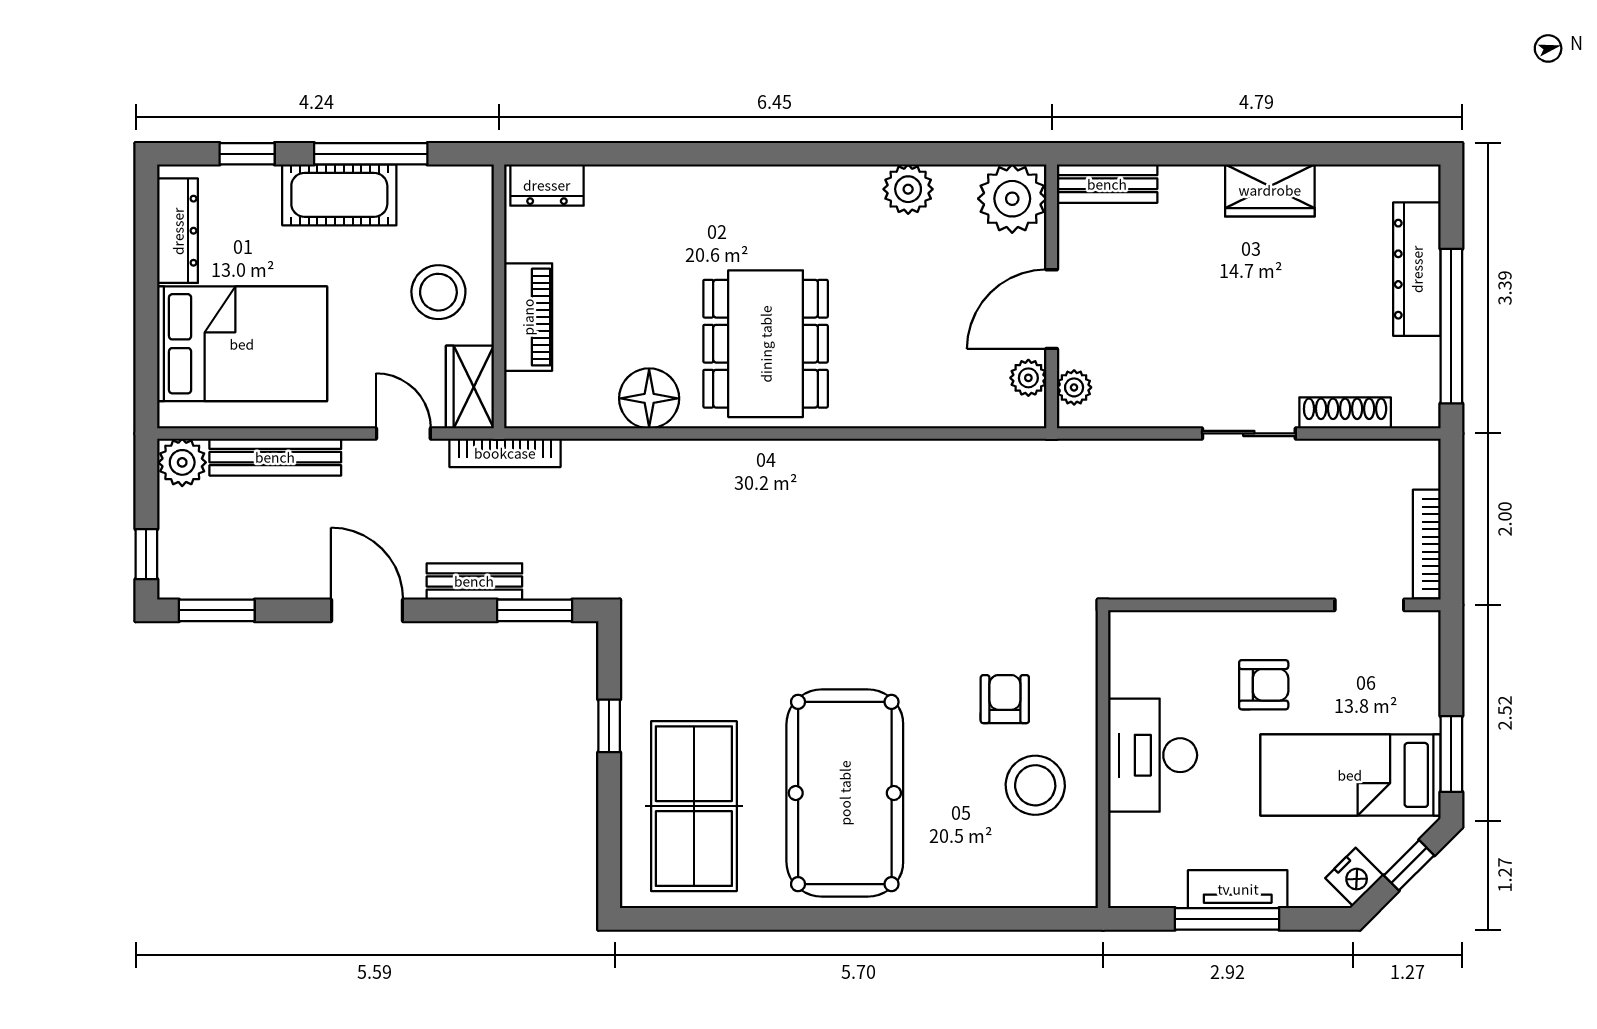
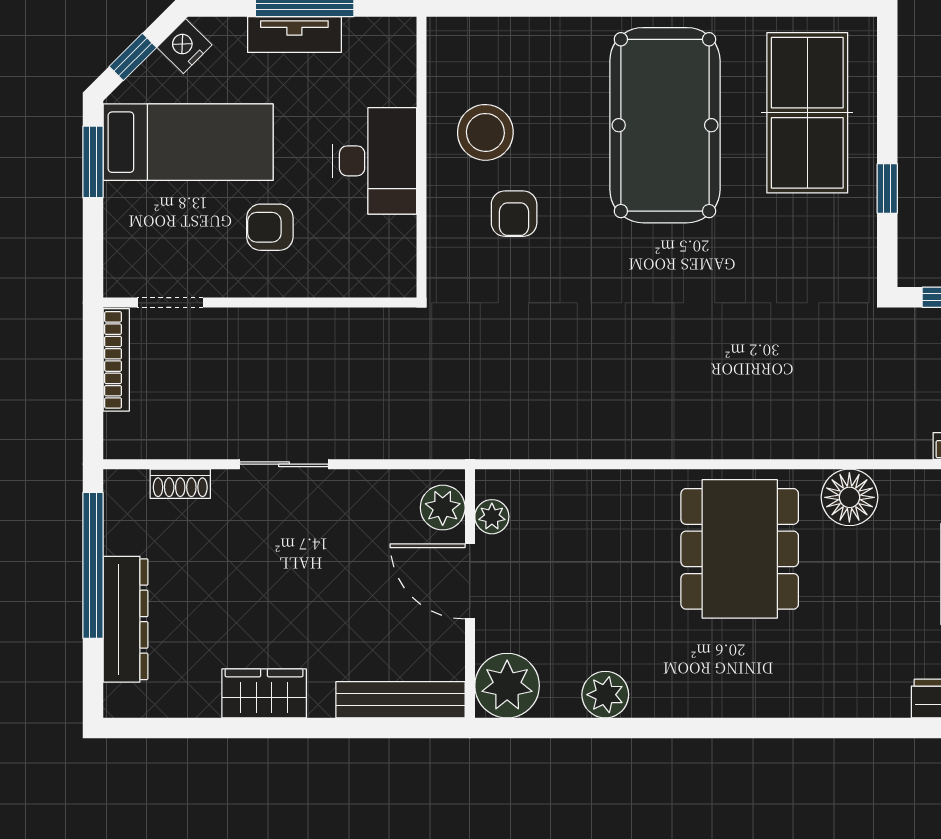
bench: (1107, 184) -> (400, 700), width x1.36
door: (1052, 309) -> (470, 581), swing flipped
plant: (1074, 387) -> (443, 508), width x1.38, depth x1.38
shoe rack: (1345, 413) -> (180, 484), width x0.70

